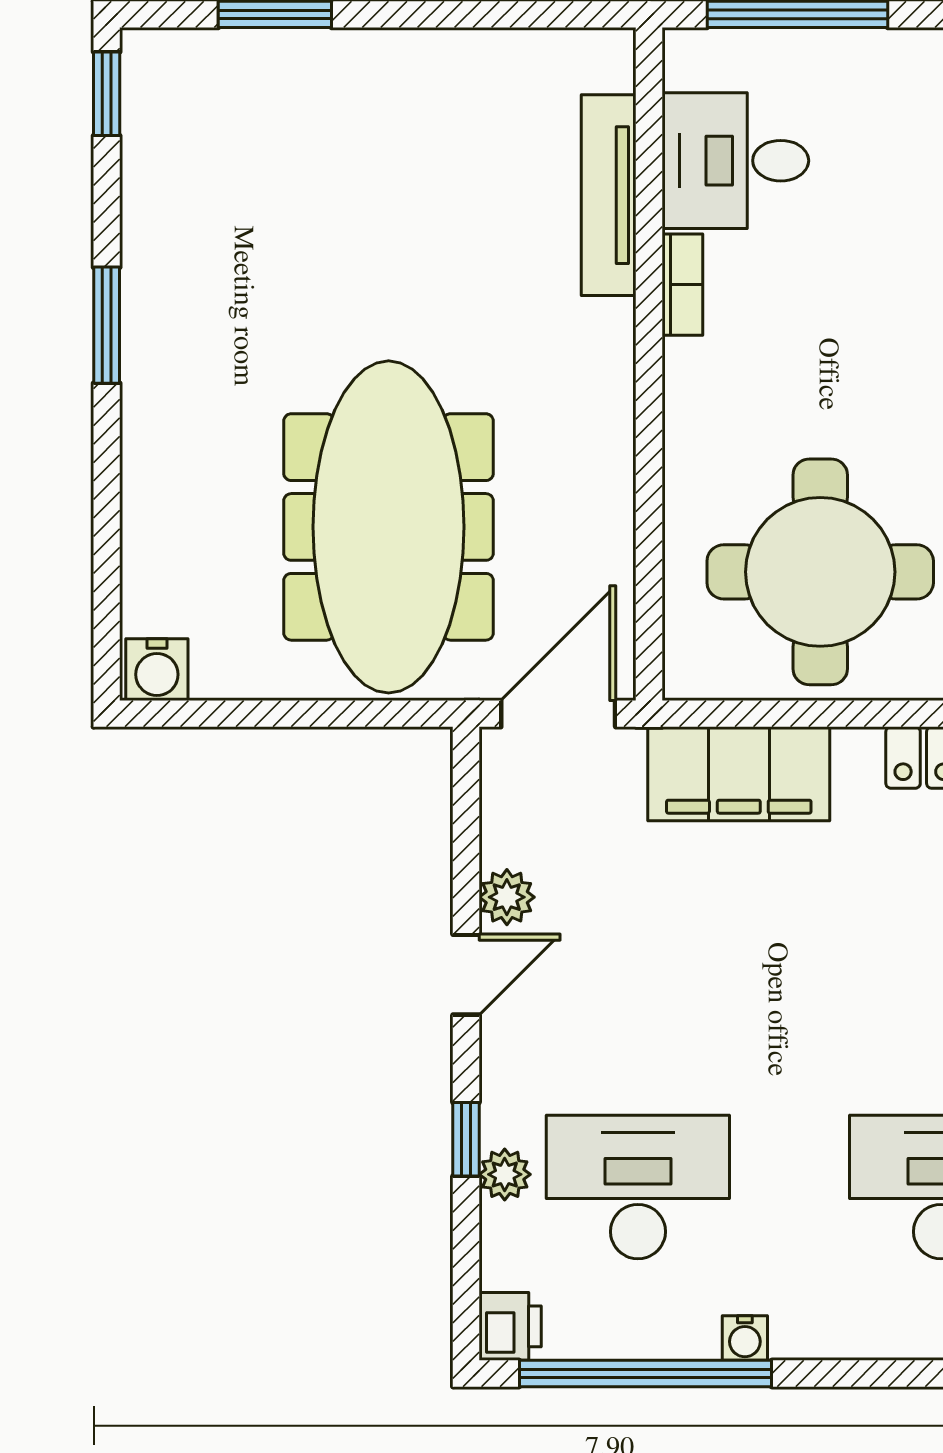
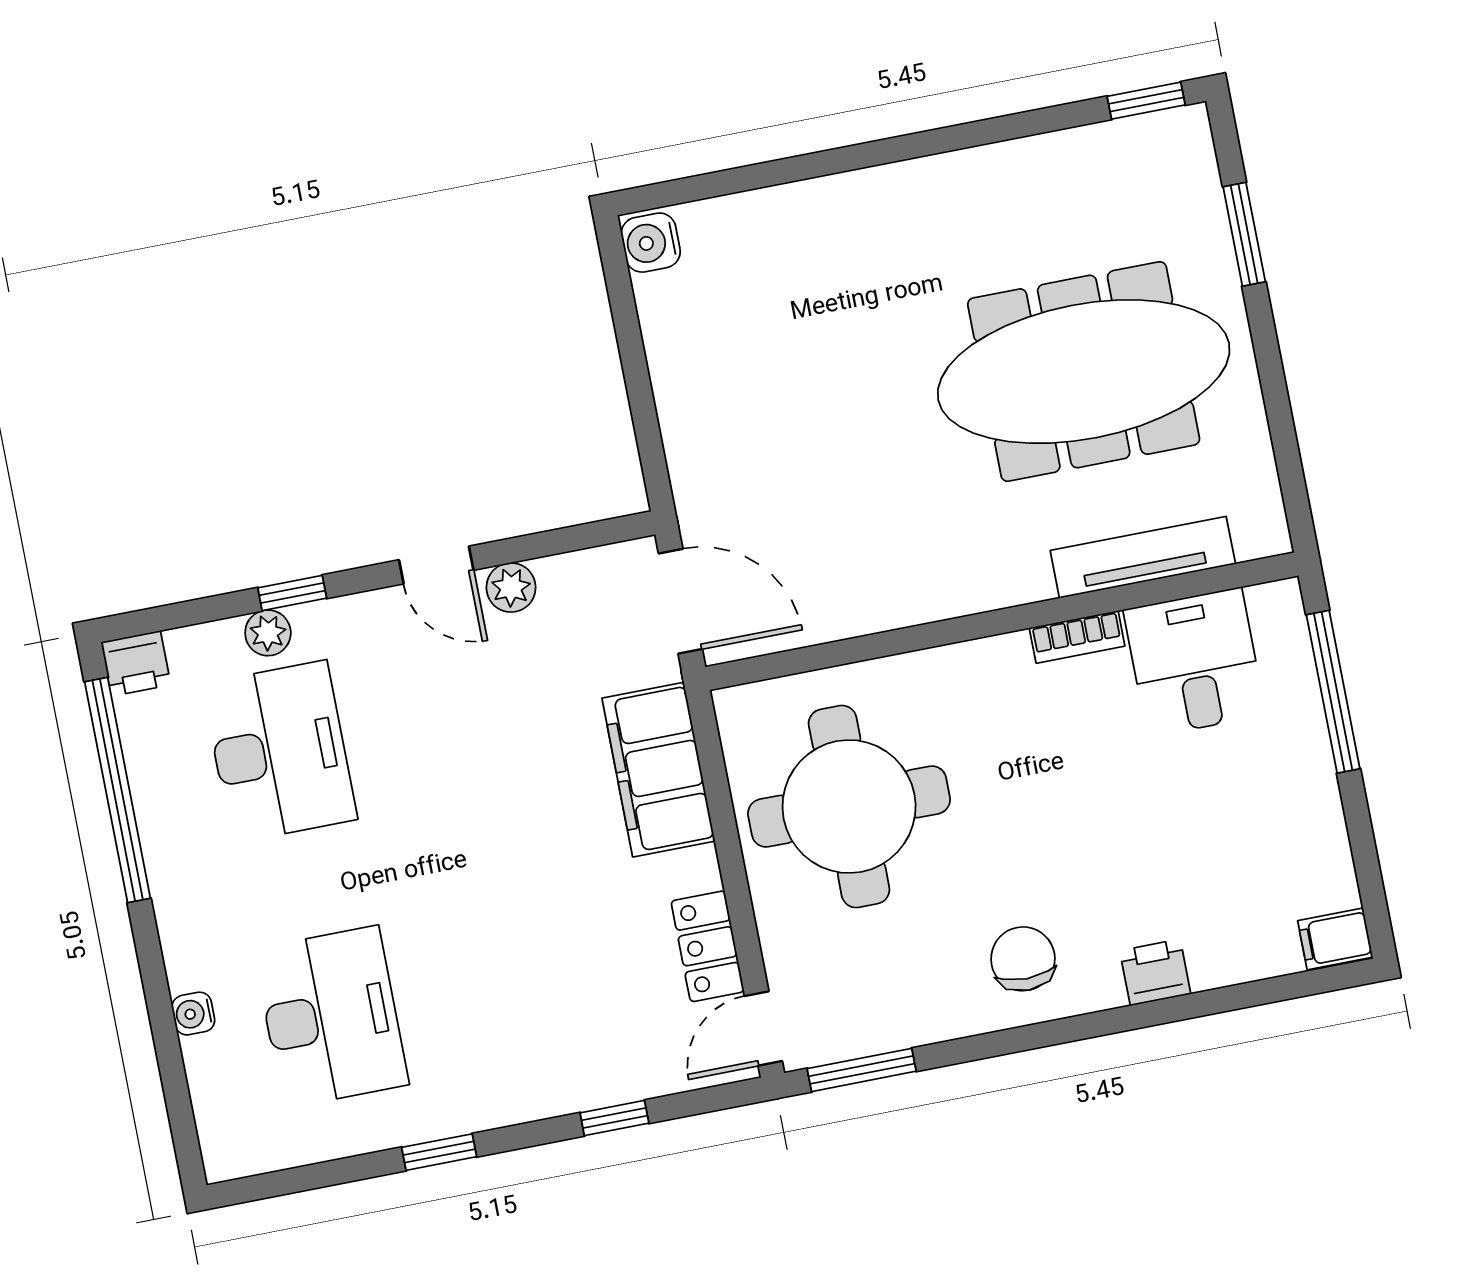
window: (107, 325) -> (944, 140), removed
meeting table: (389, 527) -> (1084, 372), moved
water cooler: (745, 1338) -> (193, 1014), moved

